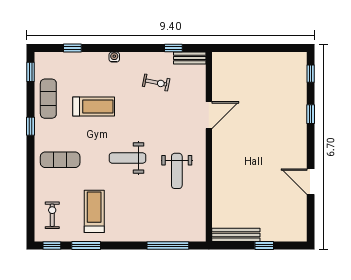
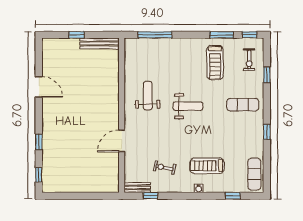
window: (31, 72) -> (267, 75), moved
exercise mat: (48, 99) -> (254, 174), moved
treadmill: (94, 106) -> (207, 166), moved

